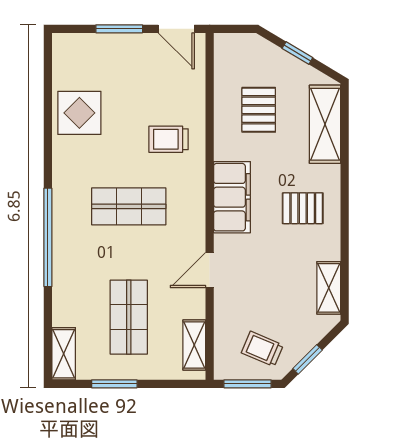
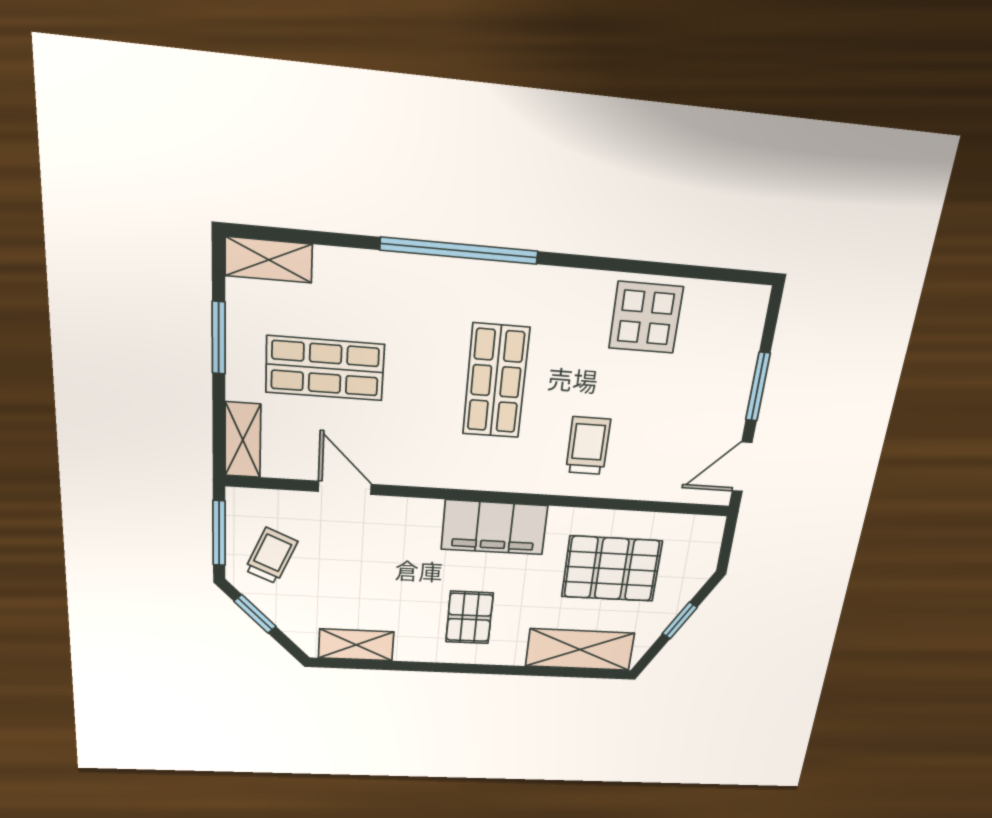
pallet: (259, 110) -> (612, 569), width x1.50, depth x1.42
door: (210, 270) -> (345, 488), moved
shelving: (194, 345) -> (243, 440), moved, turned 90

